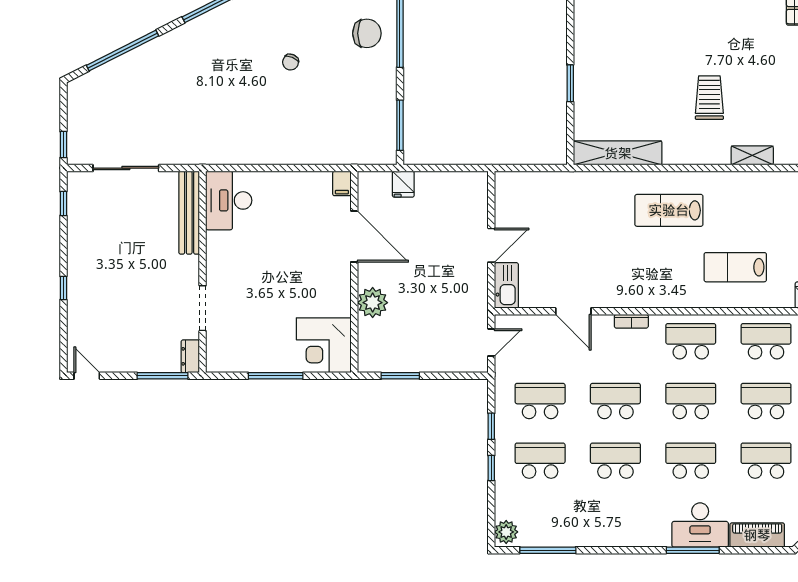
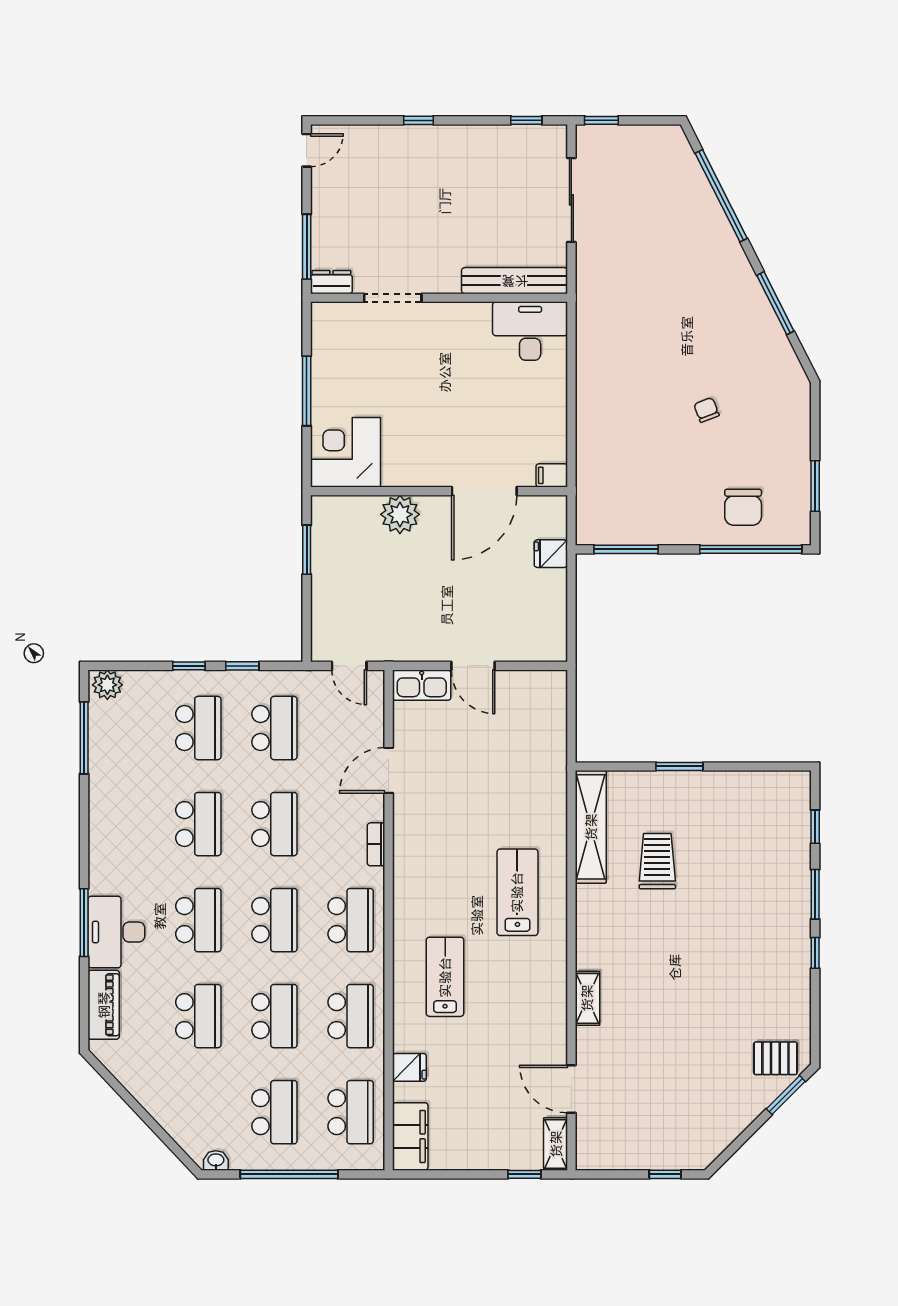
chair: (291, 62) -> (706, 410), turned 47
trolley: (709, 98) -> (657, 861), moved, turned -90

